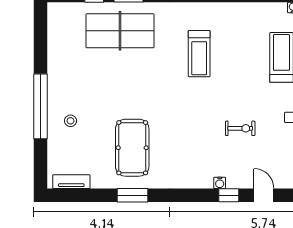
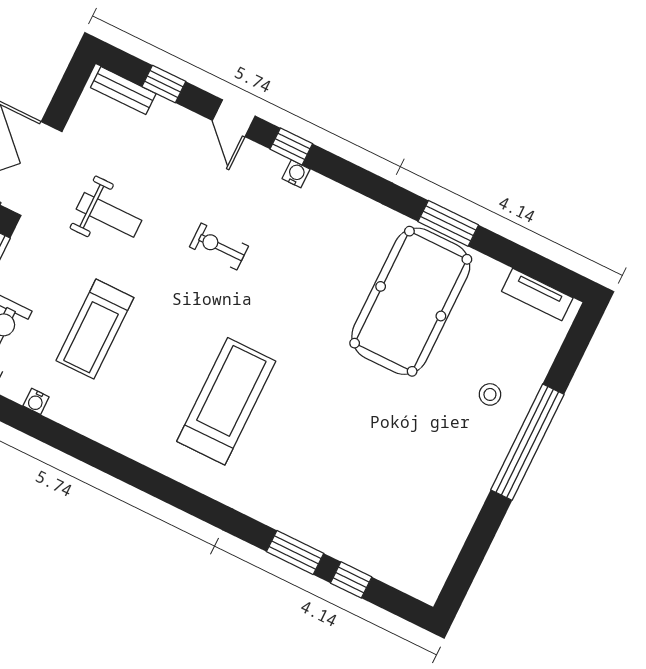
table tennis table: (120, 31) -> (337, 502), removed
treadmill: (199, 54) -> (226, 401), width x1.37, depth x1.38
pool table: (132, 148) -> (411, 301), width x1.36, depth x1.32

